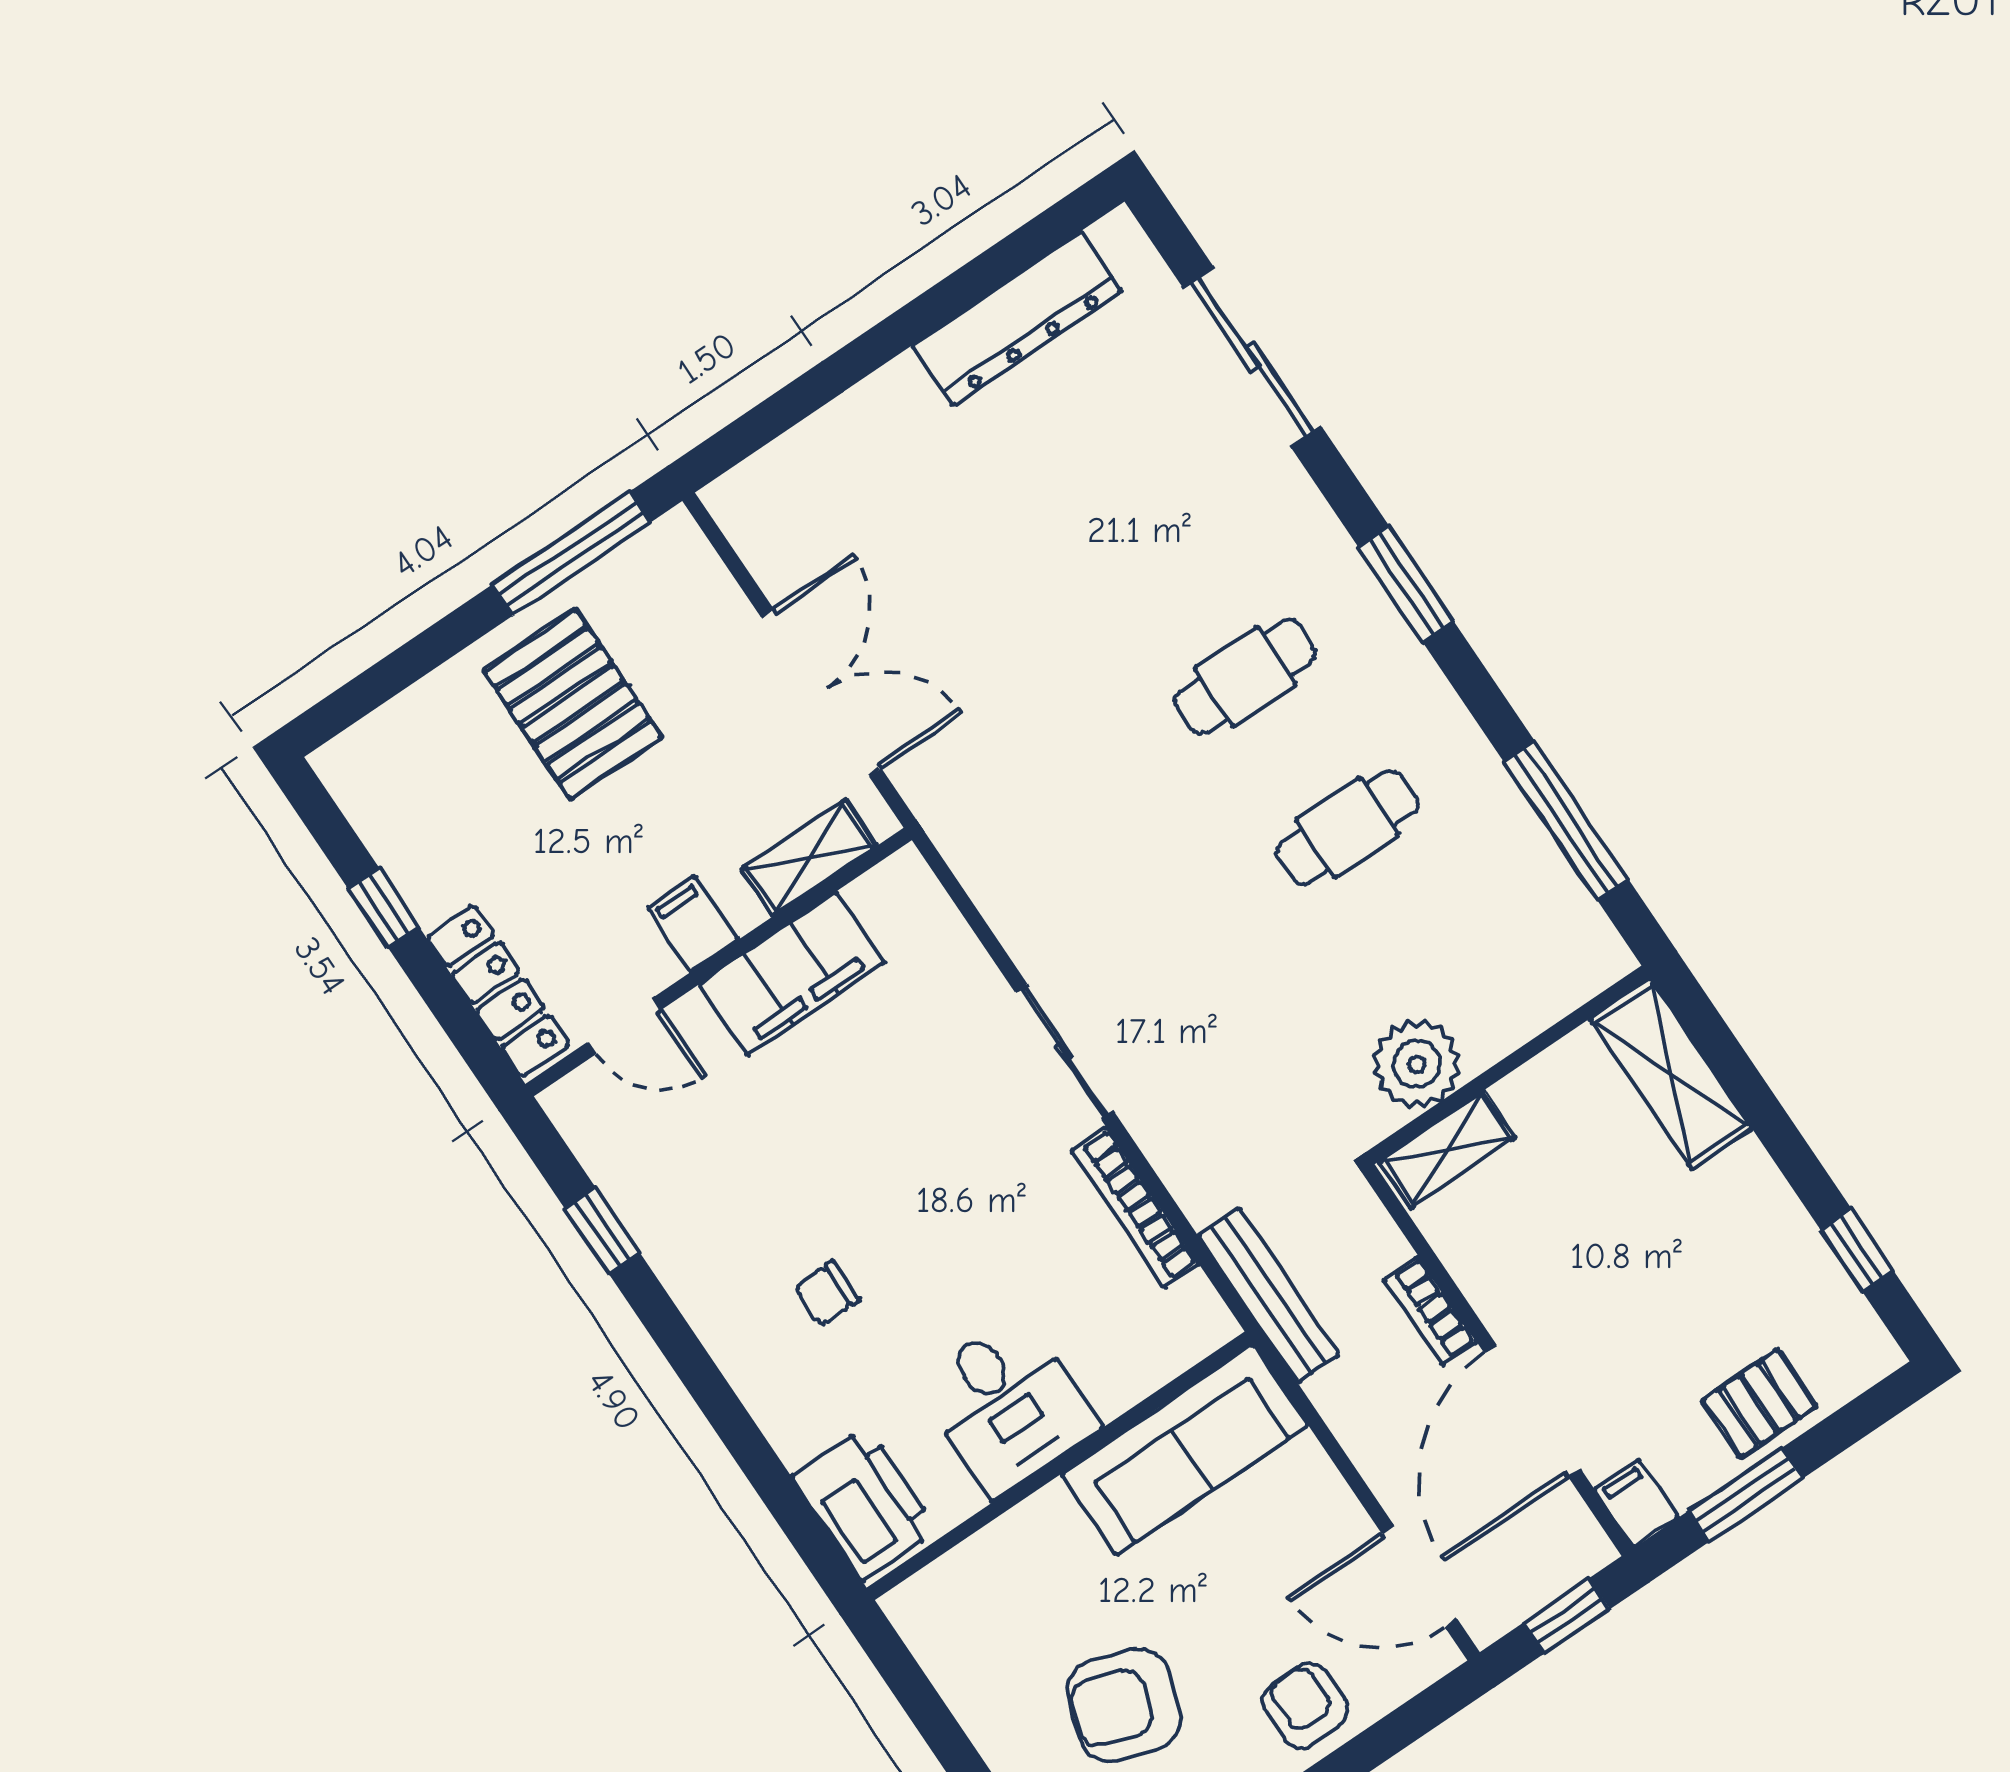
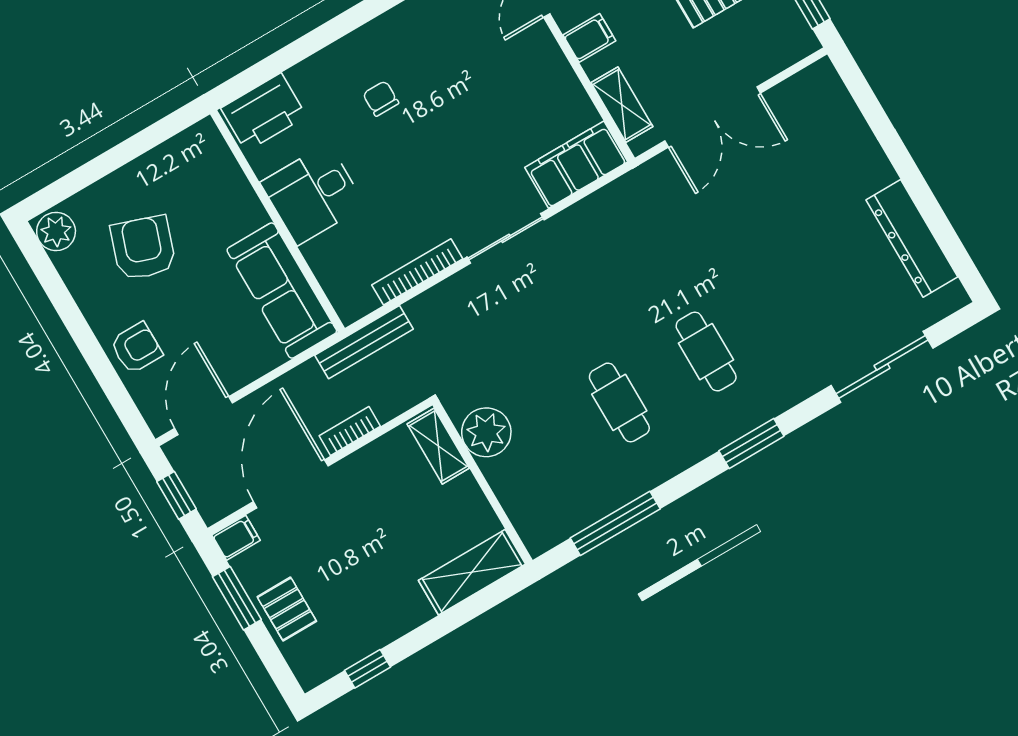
filing cabinet: (792, 974) -> (576, 165), moved, turned 90
door: (1532, 1411) -> (291, 484), hinge flipped

